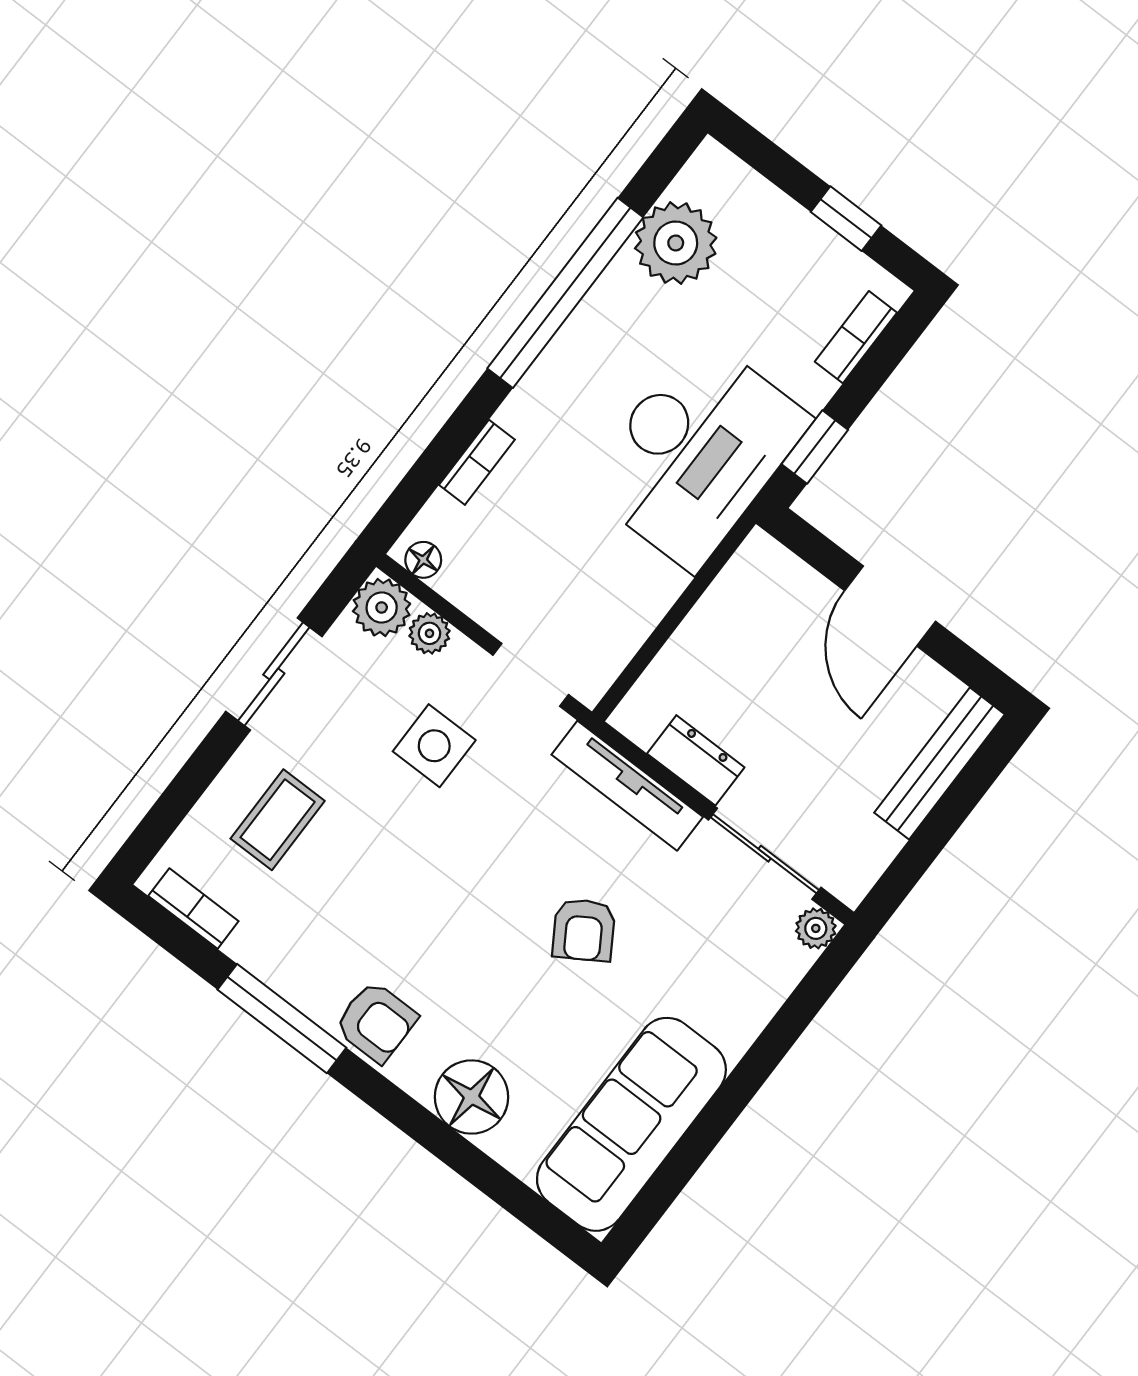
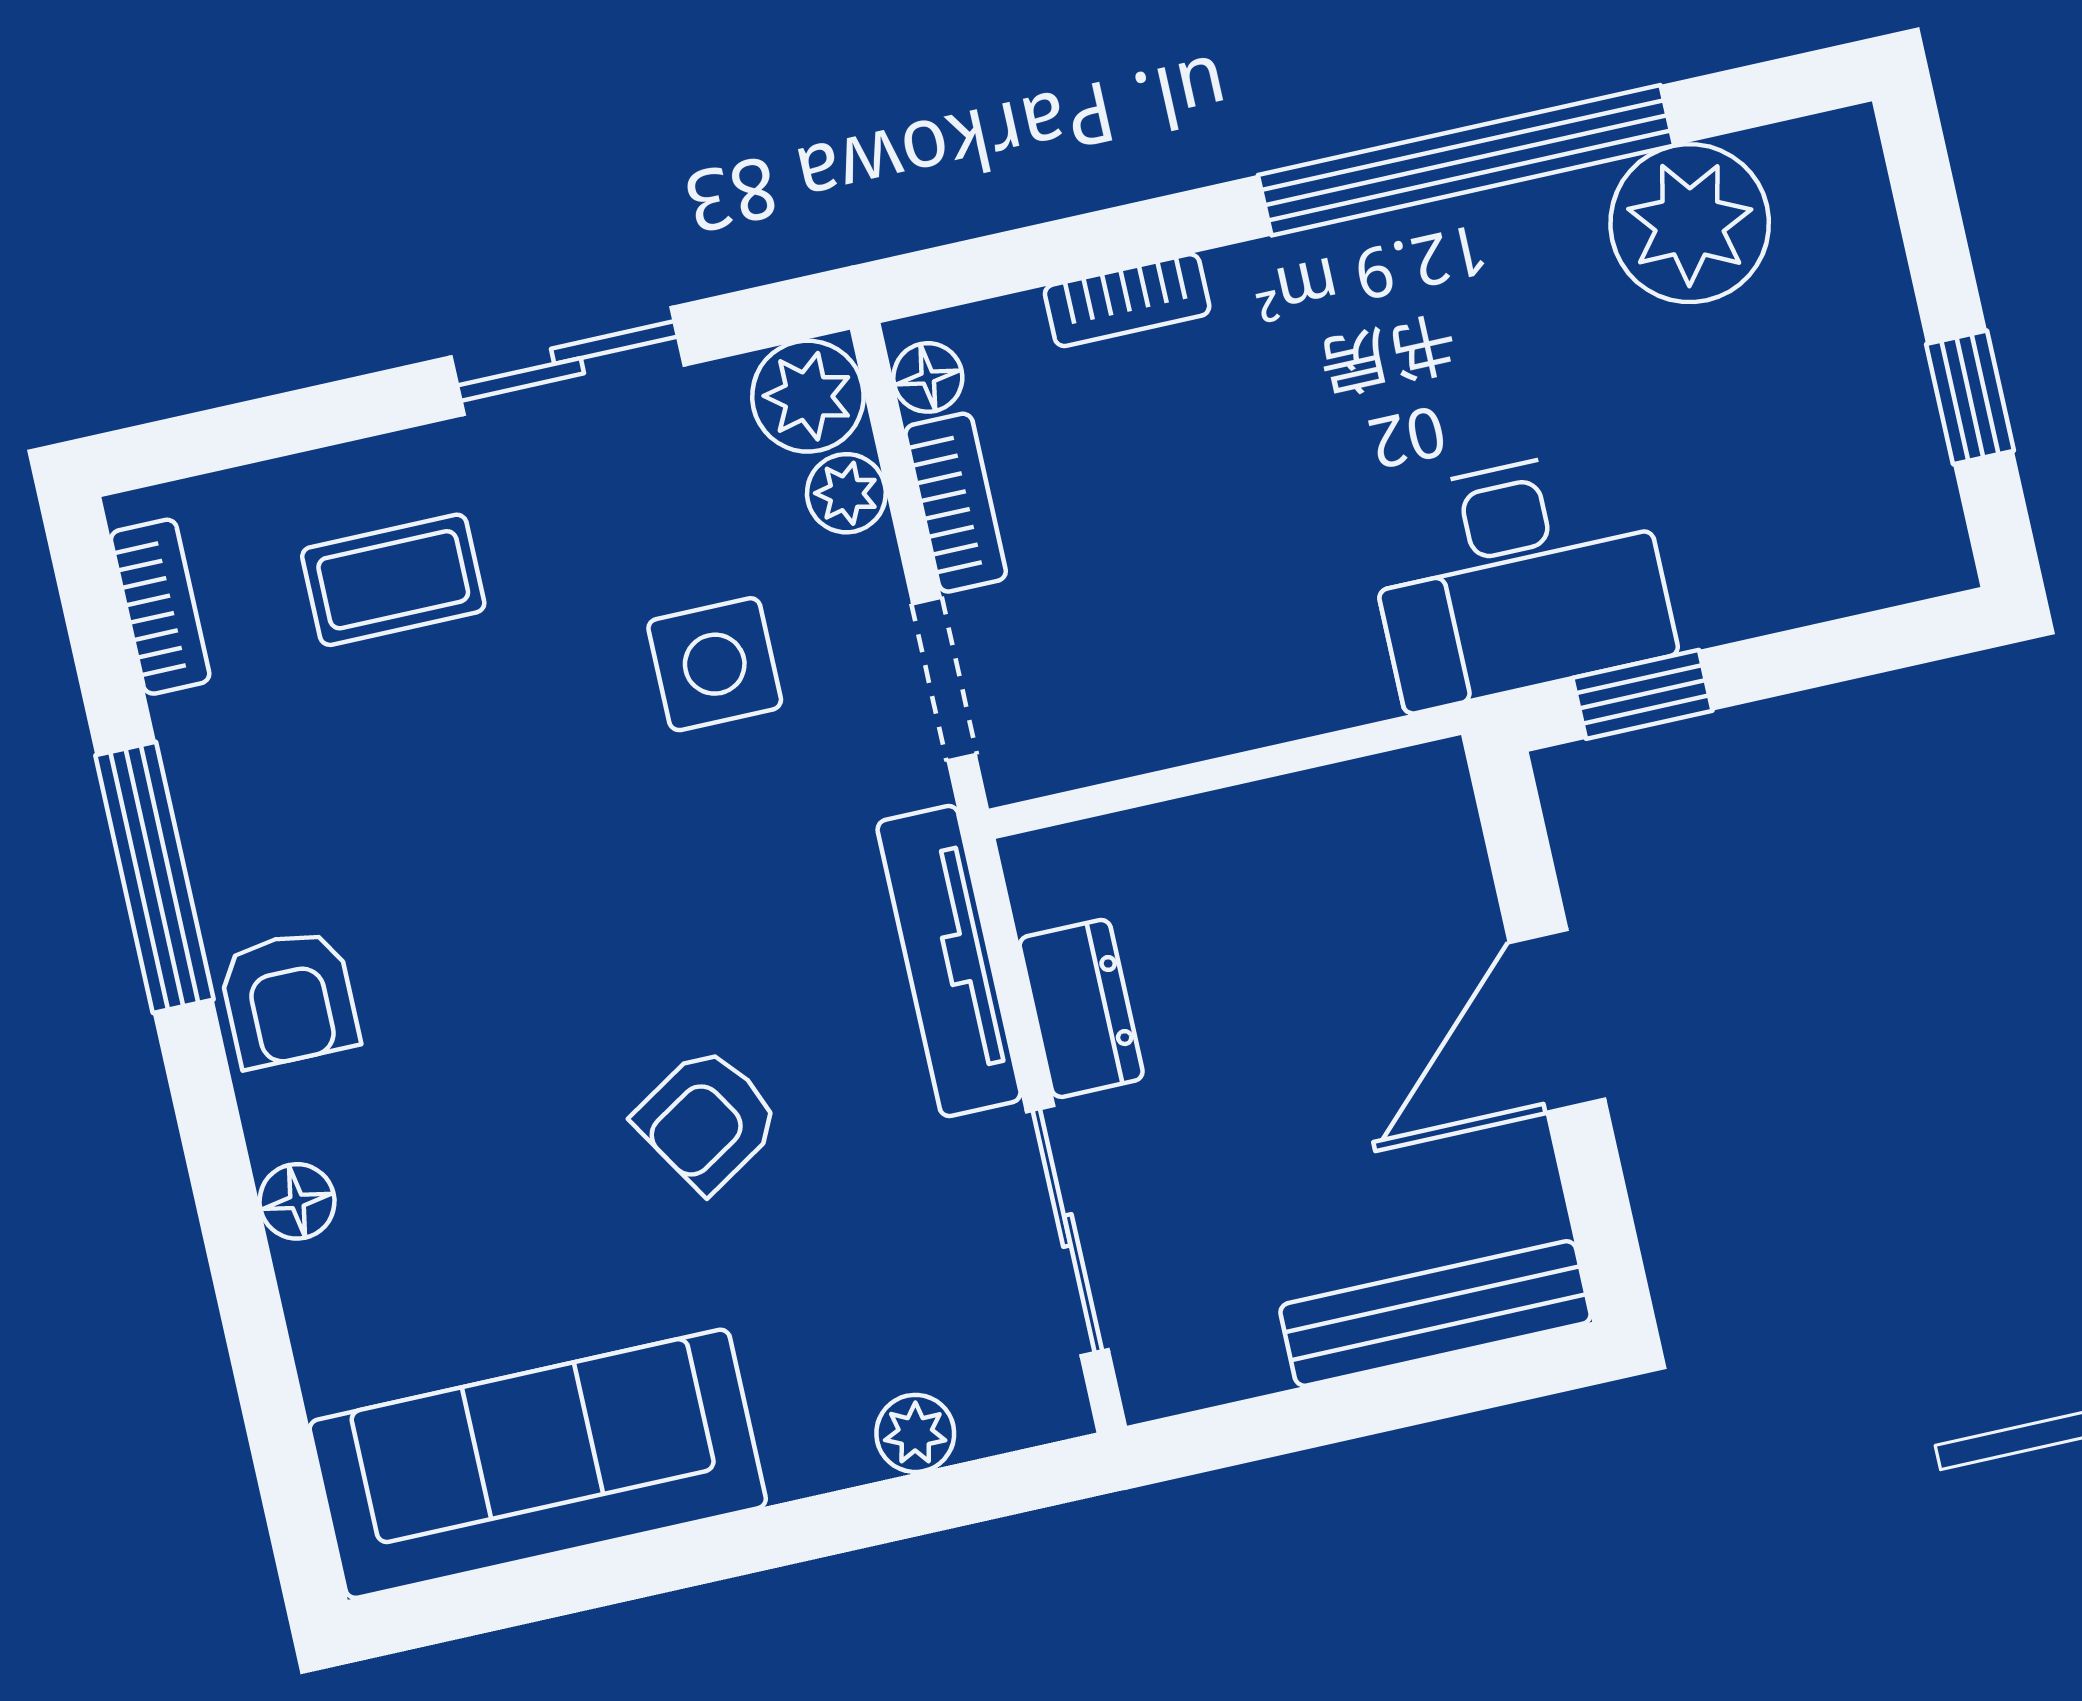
bookcase: (856, 337) -> (956, 503), moved, turned 90
desk: (696, 452) -> (1518, 577), width x0.73, depth x0.77
plant: (816, 928) -> (915, 1433), moved
floor lamp: (472, 1097) -> (297, 1201), width x0.53, depth x0.53

